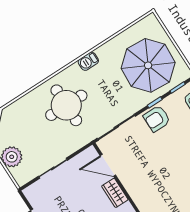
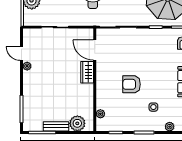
armchair: (157, 119) -> (132, 84), moved

